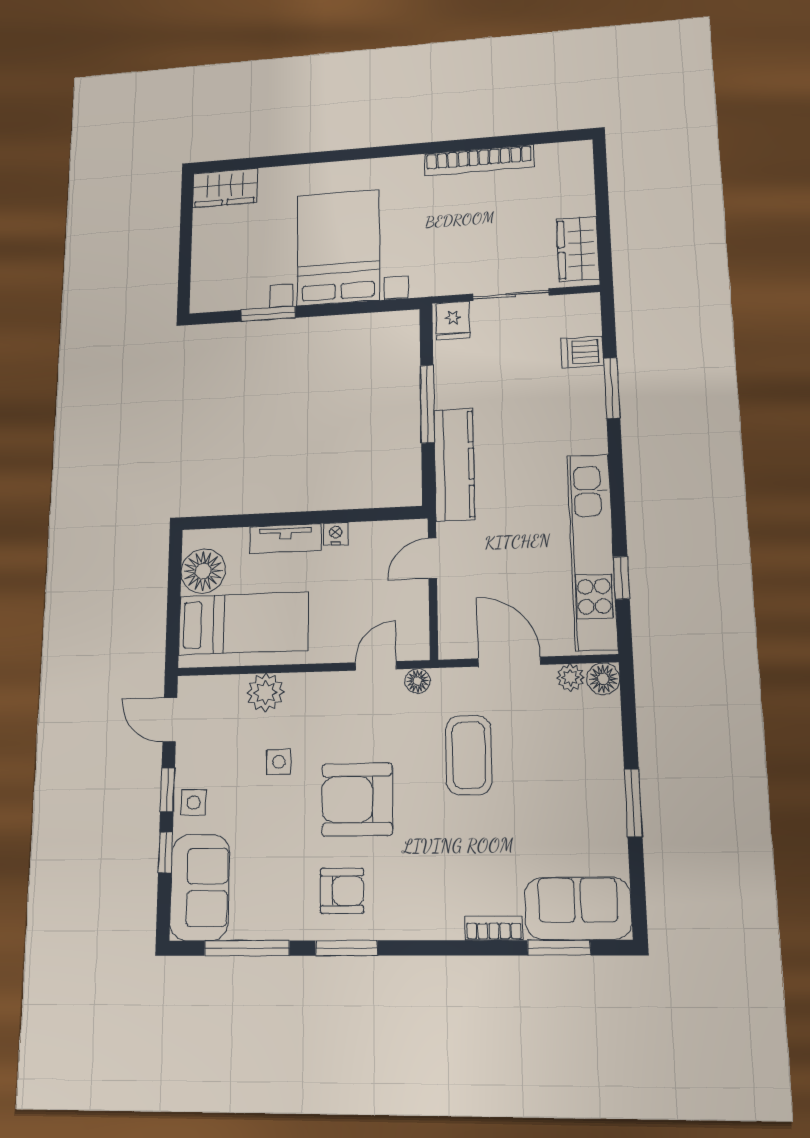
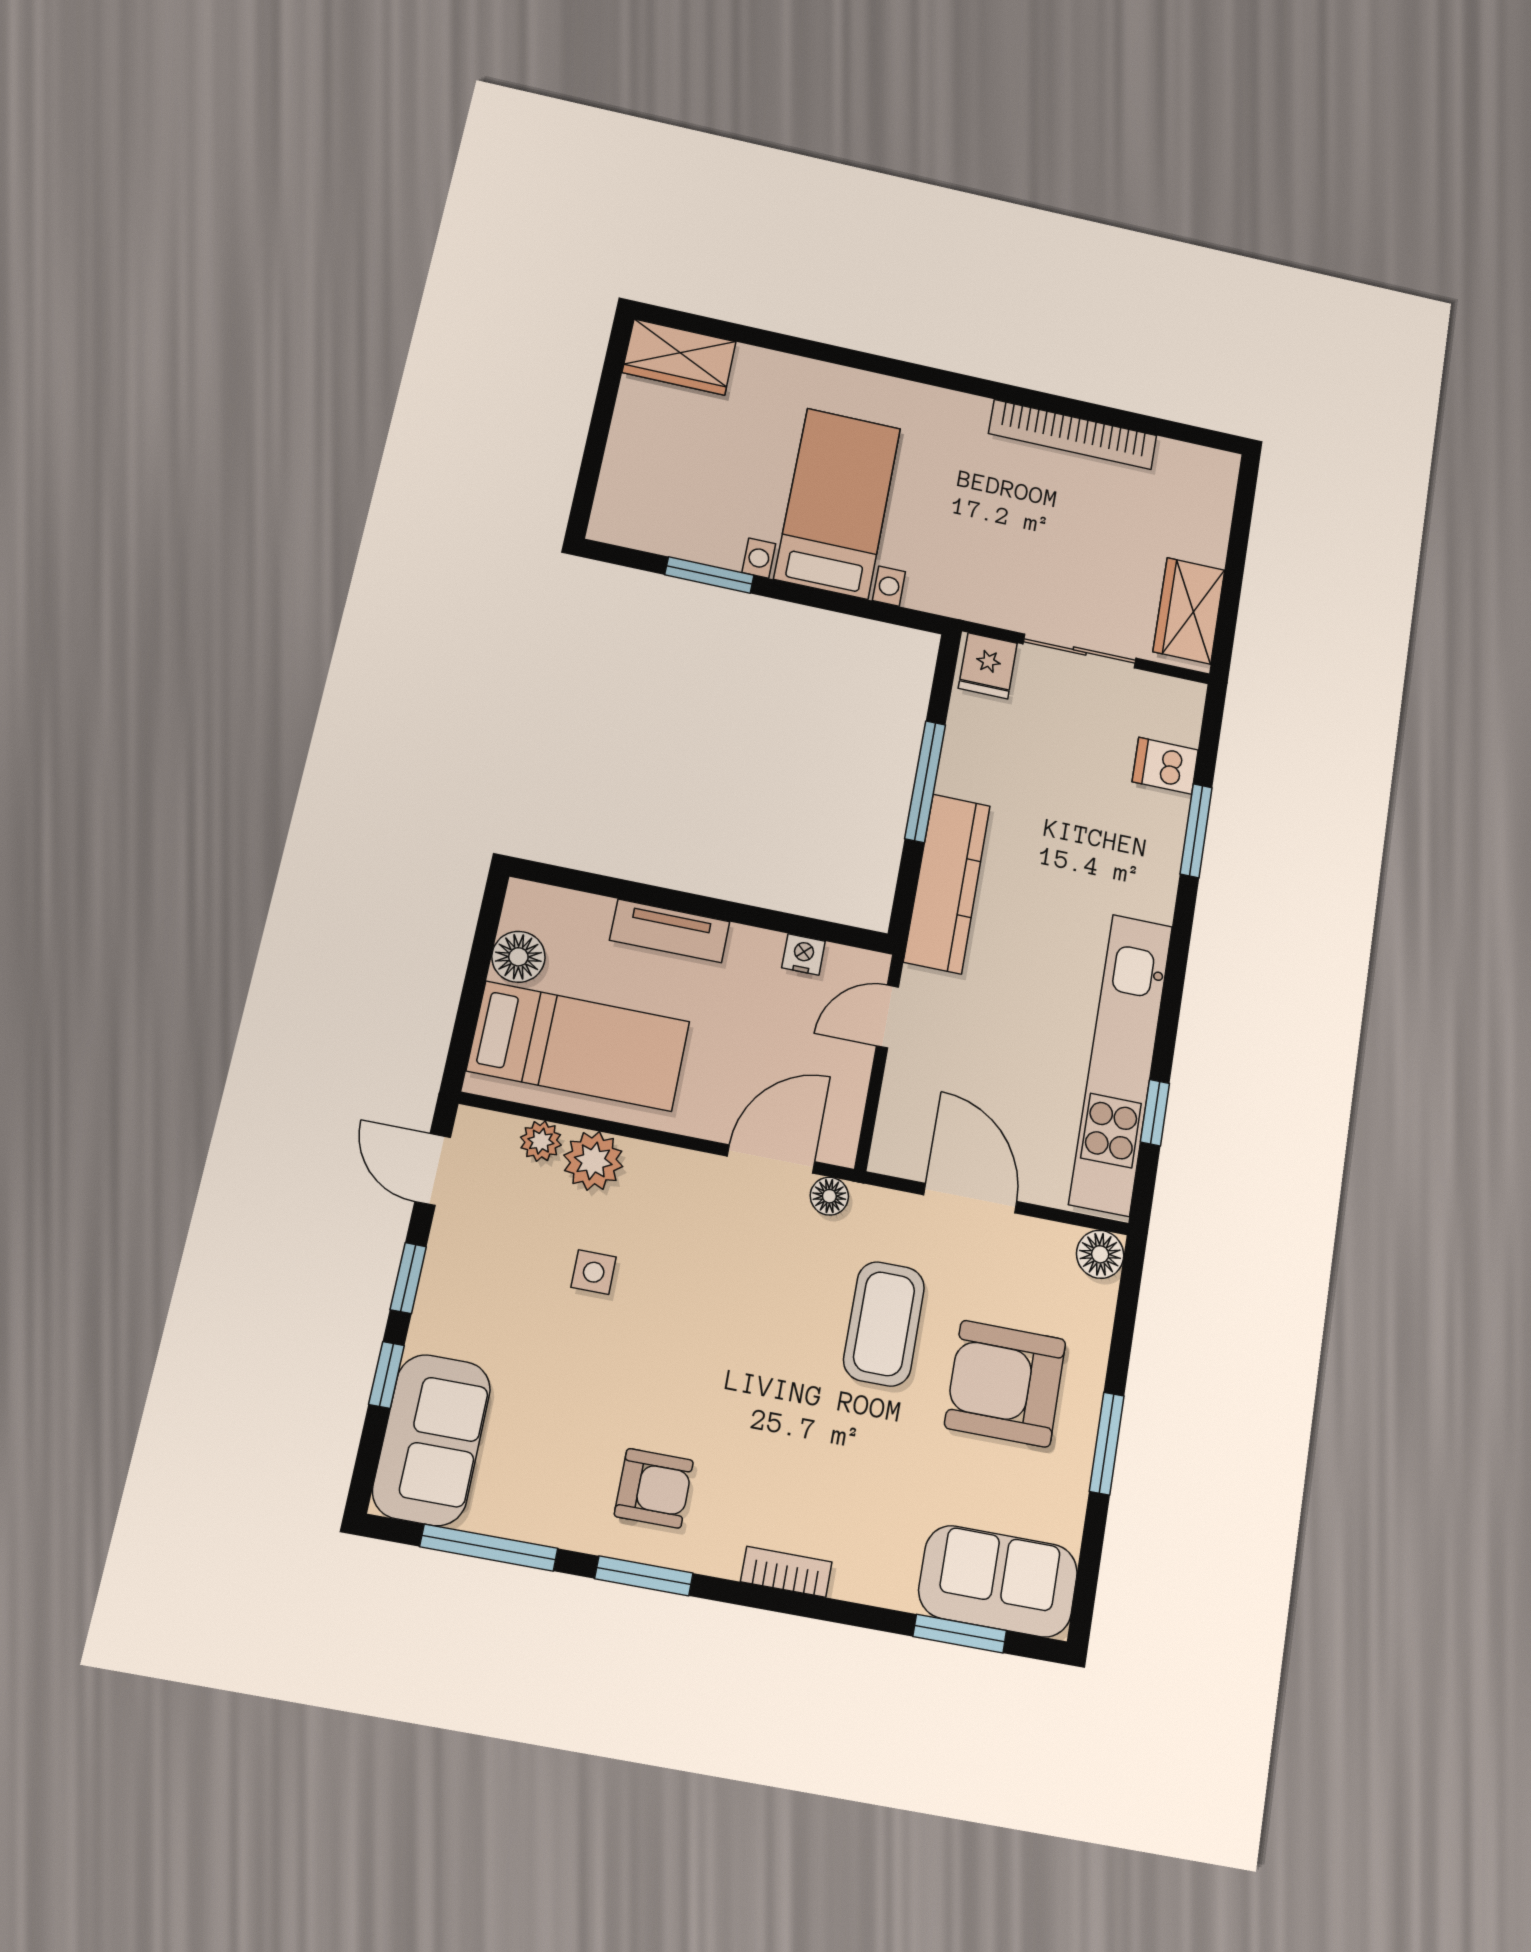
bed with nightstands: (338, 247) -> (837, 503), width x0.73
nightstand: (336, 534) -> (803, 954), moved
floor lamp: (203, 571) -> (518, 957), width x0.73, depth x0.73
door: (376, 666) -> (771, 1159), width x1.38
plant: (570, 677) -> (541, 1141), moved
armchair: (357, 799) -> (1005, 1384), moved
side table: (194, 803) -> (447, 1307), removed
bookcase: (494, 928) -> (786, 1572), moved

